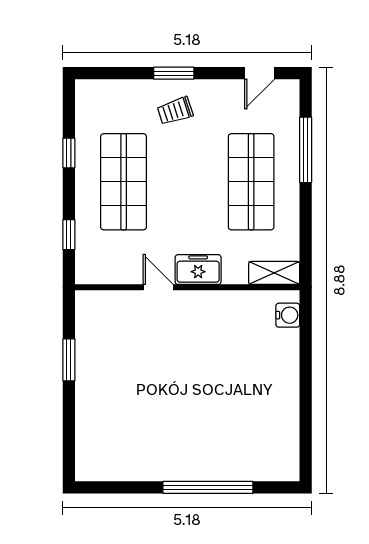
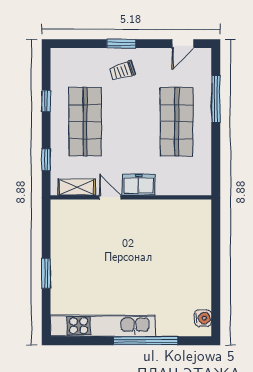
shelving: (274, 273) -> (77, 187), moved
water cooler: (288, 315) -> (203, 318), moved
window: (69, 360) -> (46, 273), moved
kitchen unit: (148, 466) -> (103, 326), added

